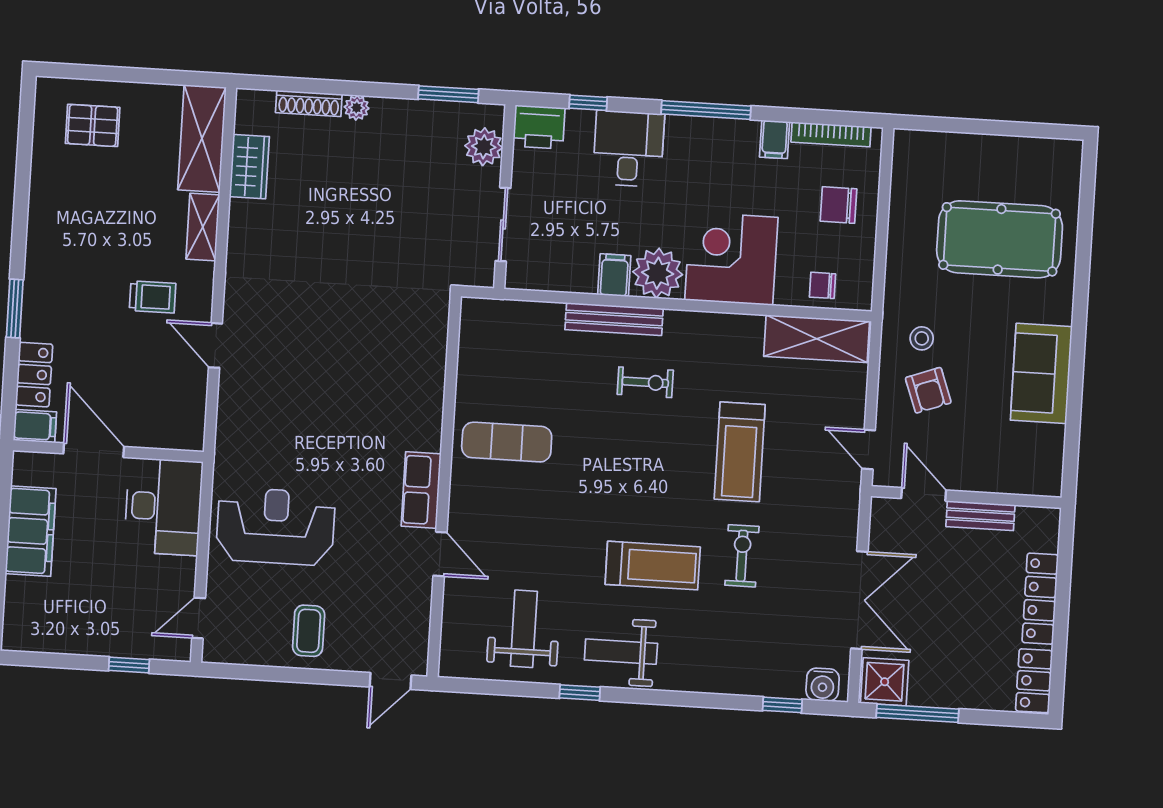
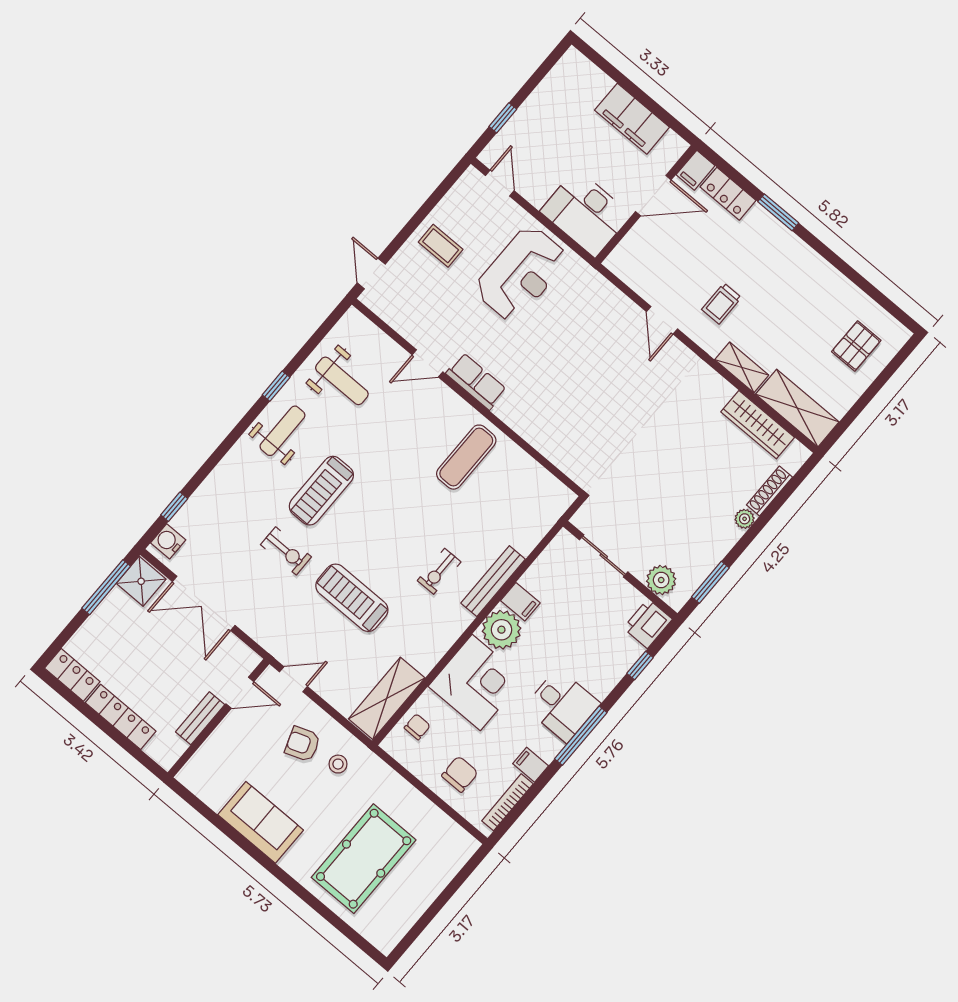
desk: (628, 149) -> (562, 705), moved
wardrobe: (249, 167) -> (758, 425), width x1.50
door: (215, 345) -> (662, 320), swing flipped

